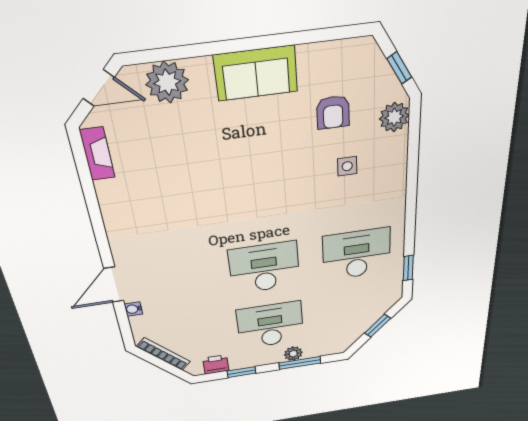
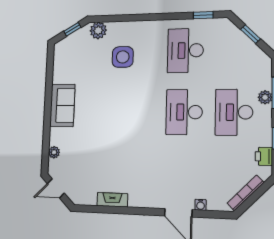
plant: (167, 82) -> (54, 152), width x0.53, depth x0.53
door: (99, 88) -> (56, 188), swing flipped
armchair: (333, 112) -> (90, 65), removed
fireplace: (97, 154) -> (112, 200), moved
side table: (347, 166) -> (123, 57), width x1.87, depth x1.87

